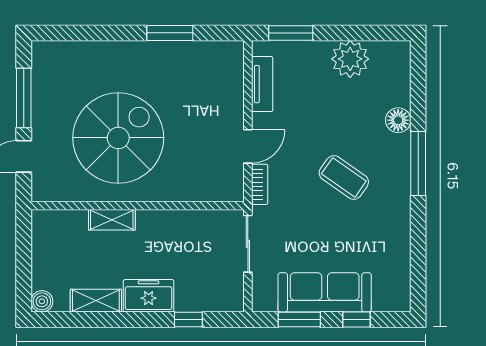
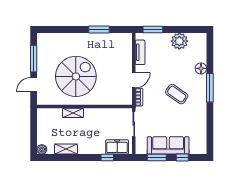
freezer: (149, 296) -> (117, 147), moved

